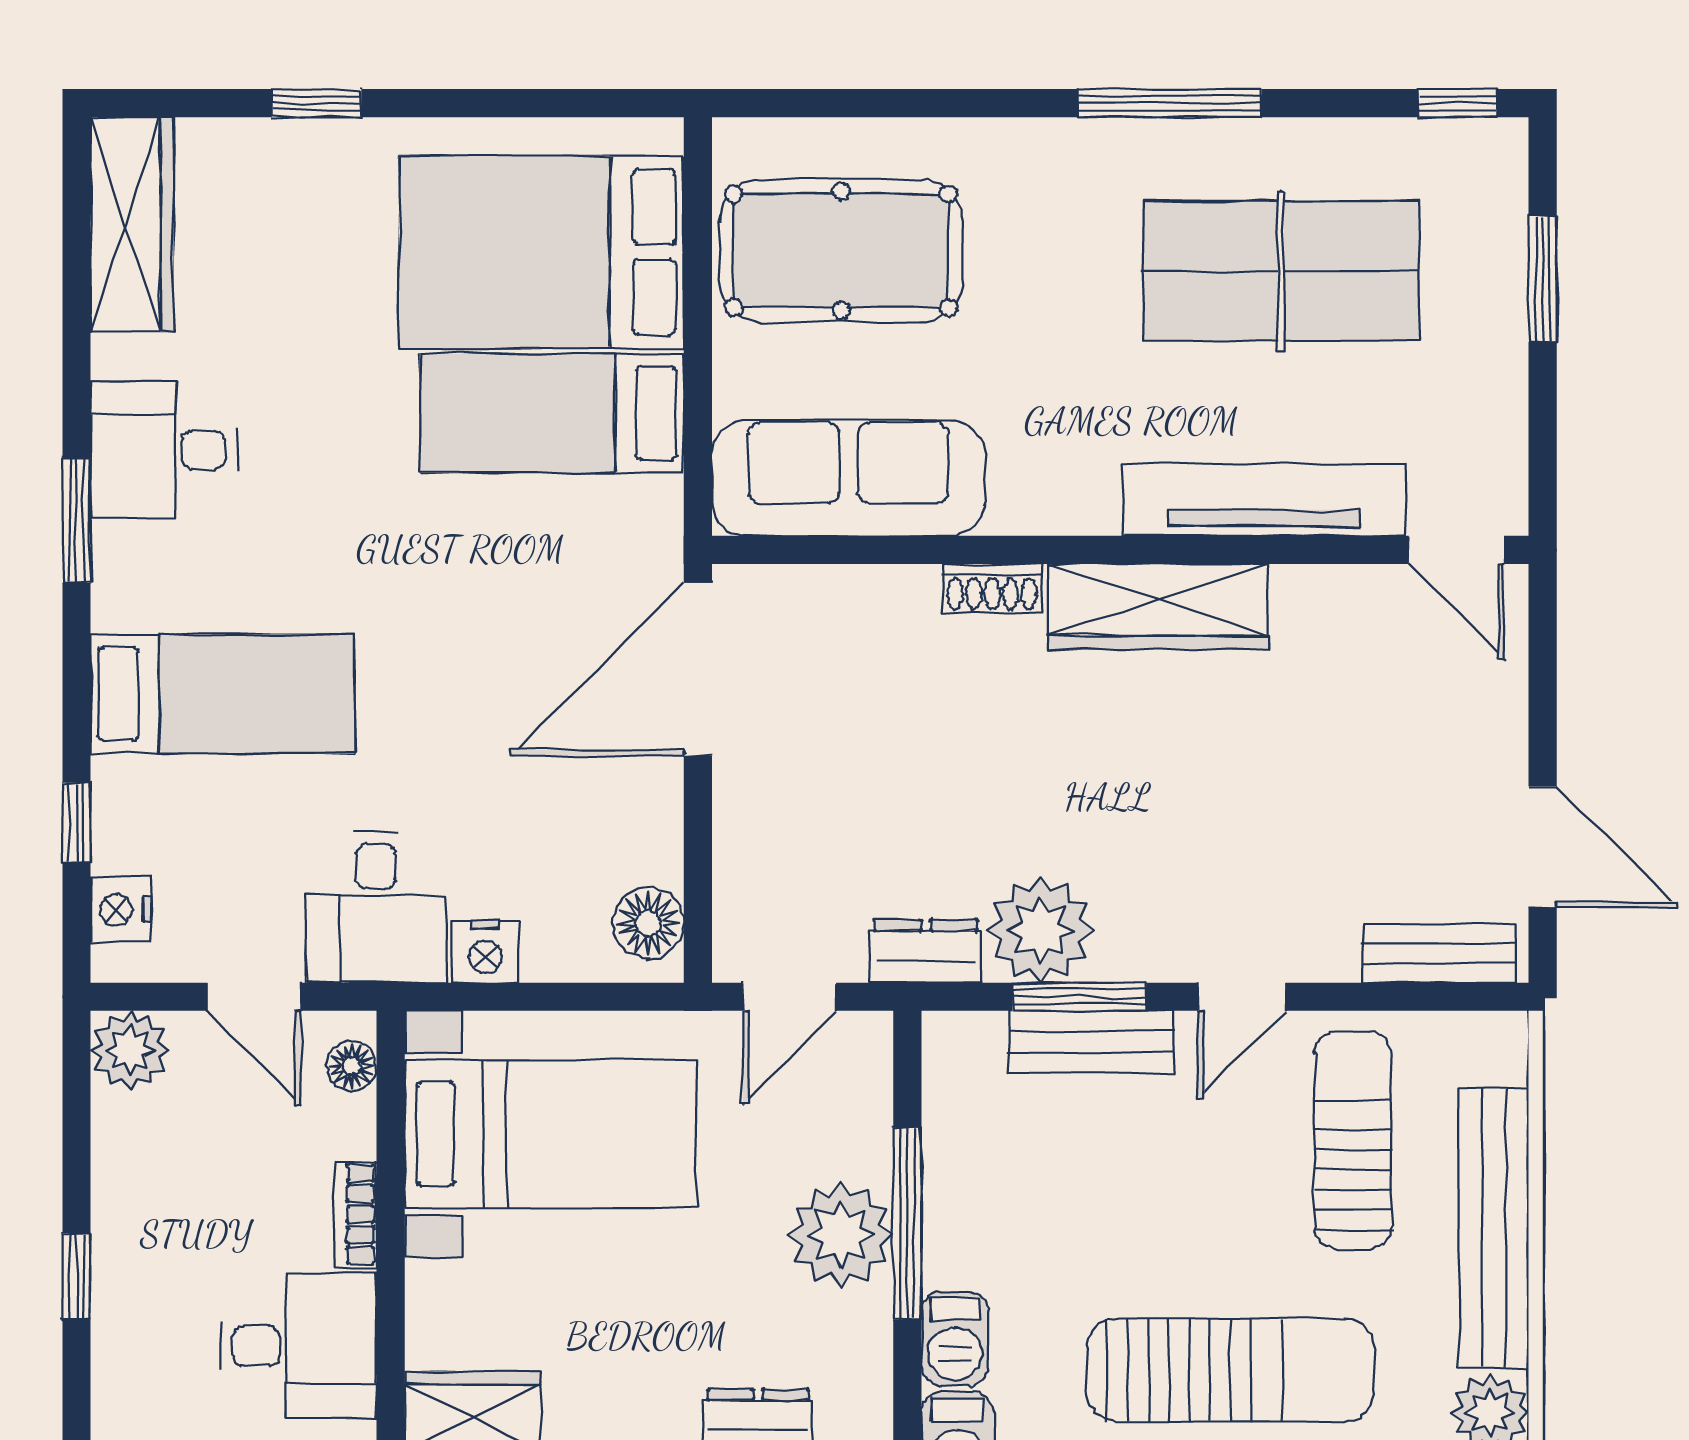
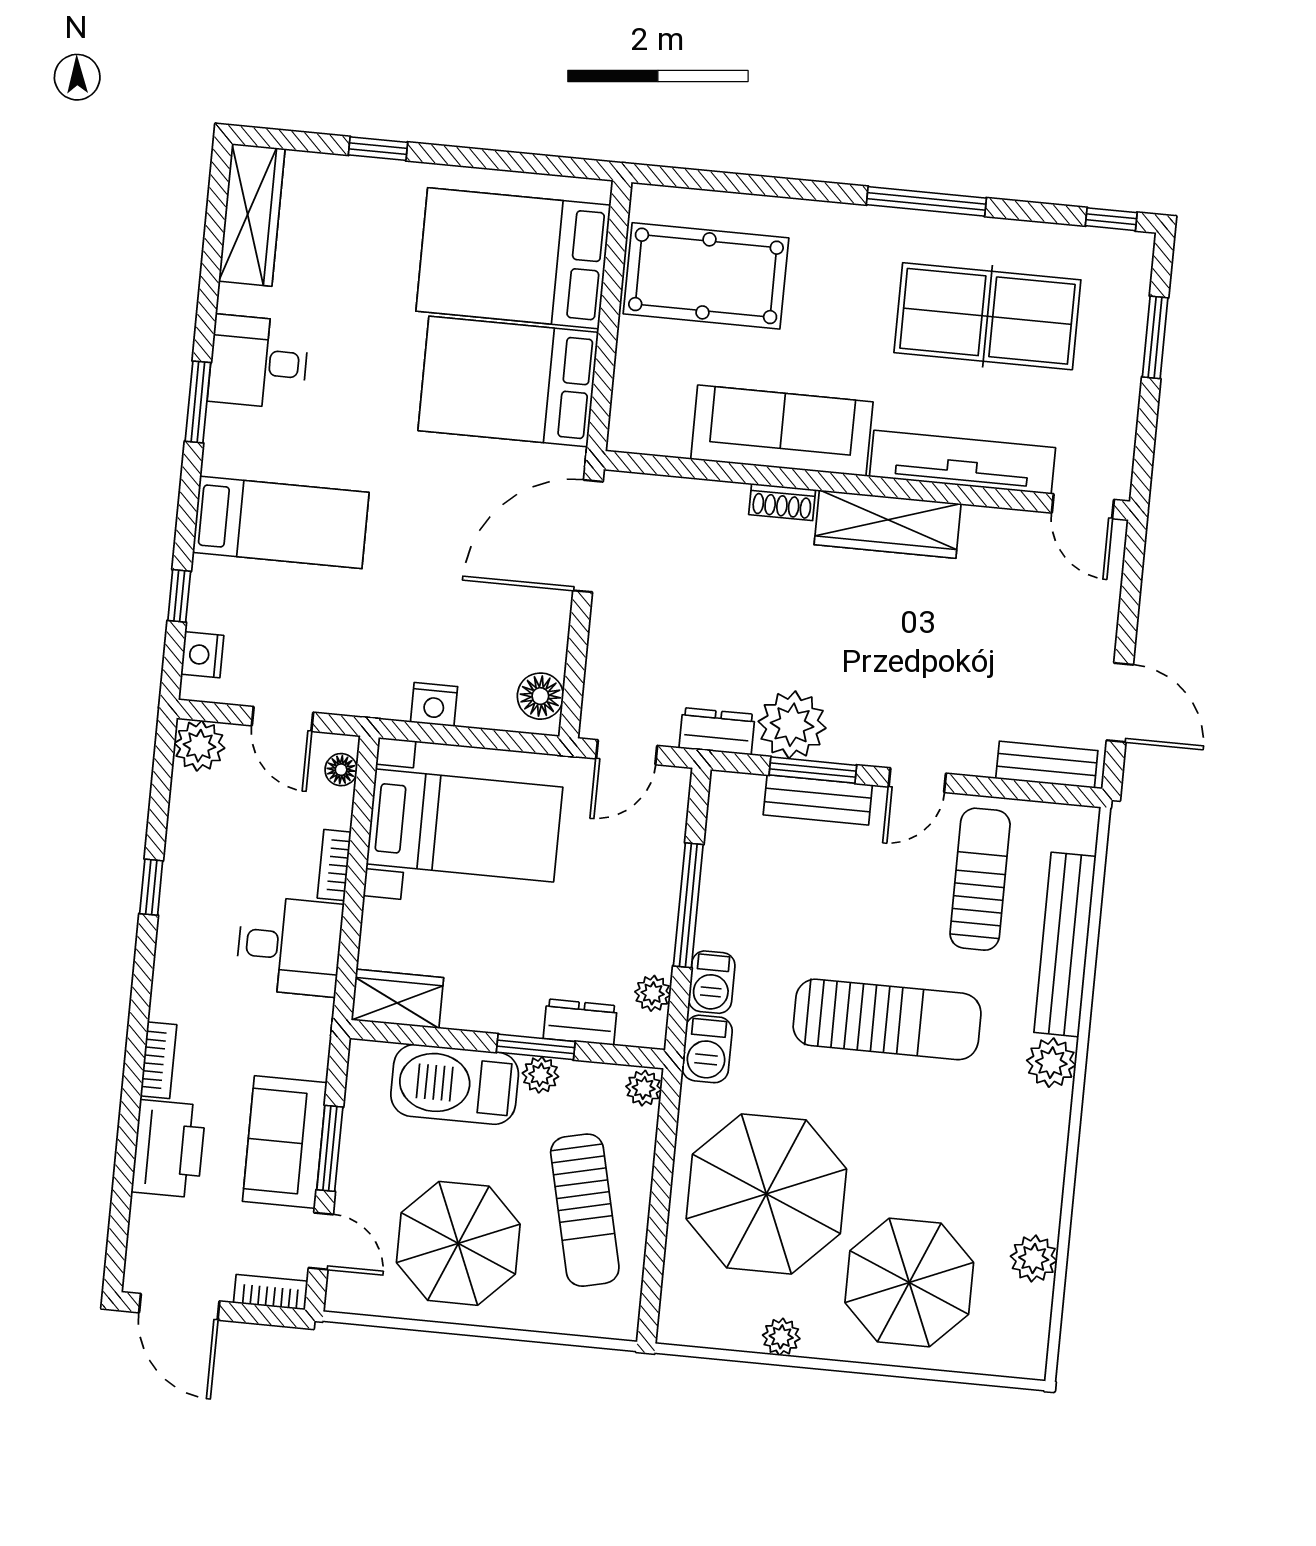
bed: (552, 413) -> (508, 382), width x1.50
sofa: (848, 478) -> (782, 431), moved
desk: (376, 907) -> (366, 669), removed
plant: (841, 1235) -> (653, 993), moved, width x0.53, depth x0.53

